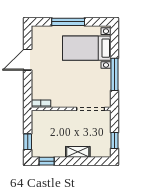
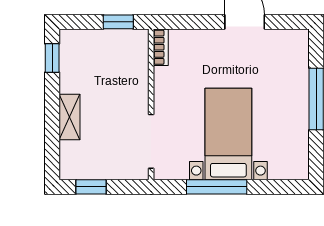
bed with nightstands: (87, 48) -> (228, 134), moved
window: (28, 142) -> (118, 22), moved

